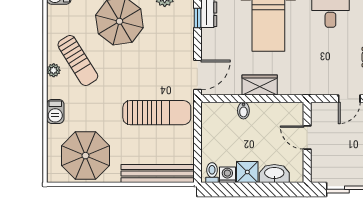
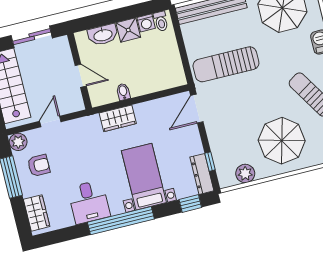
wardrobe: (260, 85) -> (118, 118), moved
bidet: (243, 111) -> (123, 92), moved

